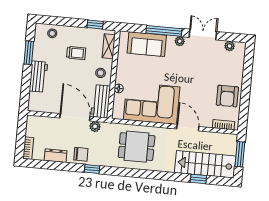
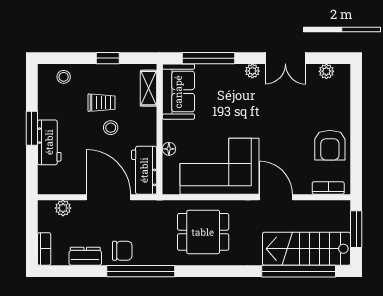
window: (95, 25) -> (108, 58), moved
window: (164, 31) -> (208, 58), moved
double door: (203, 35) -> (285, 58), swing flipped
sofa: (147, 44) -> (178, 92), moved, turned -90
window: (29, 53) -> (32, 128), moved
stool: (101, 73) -> (111, 128), moved
plant: (95, 126) -> (63, 208), moved
window: (92, 169) -> (141, 271), width x3.17
window: (198, 179) -> (299, 271), width x3.17

